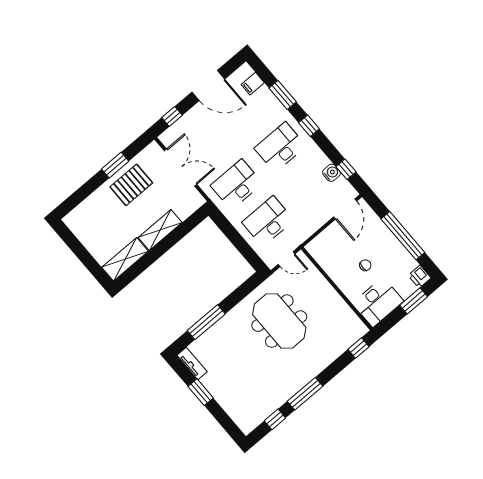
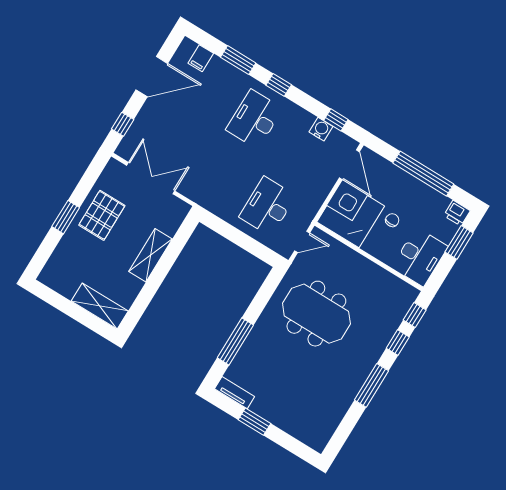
window: (115, 165) -> (66, 217), moved
desk: (236, 184) -> (219, 177), removed
corner desk: (333, 249) -> (351, 214), added
shelving: (125, 259) -> (100, 306), moved, turned 90
window: (275, 419) -> (398, 343), moved

